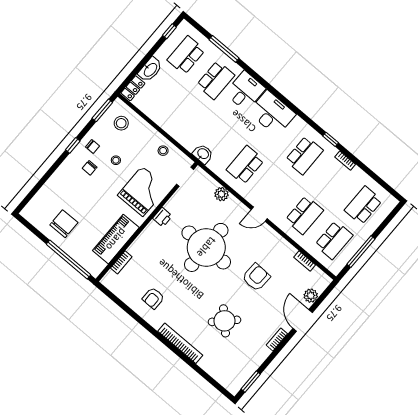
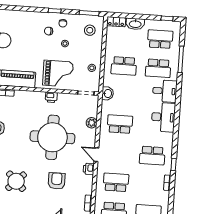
school desk: (186, 115) -> (124, 66), added
school desk: (304, 215) -> (116, 182), turned 180
printer: (269, 234) -> (89, 169), added
armchair: (256, 277) -> (57, 181), turned -92

